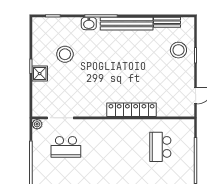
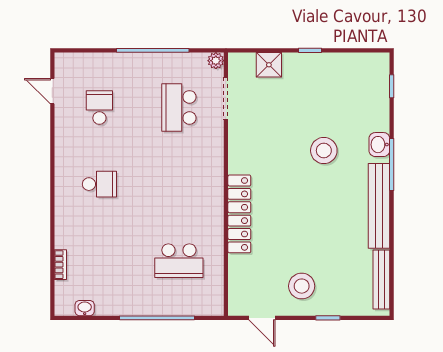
bench: (167, 22) -> (381, 280), width x1.36
stool: (178, 50) -> (302, 286), moved
stool: (65, 54) -> (324, 151), moved
shower: (40, 74) -> (269, 65), moved
school desk: (160, 147) -> (179, 261), turned 180

